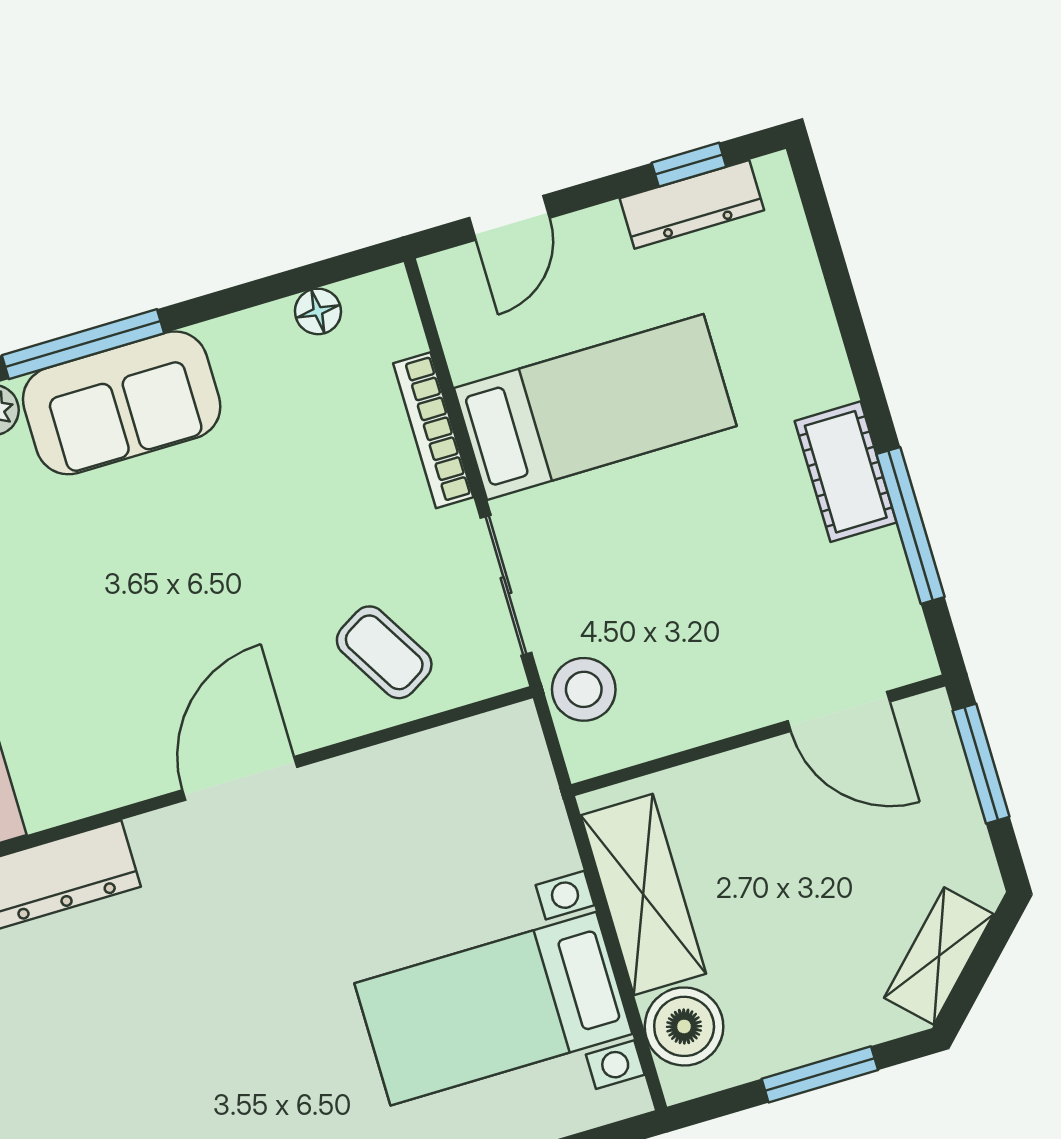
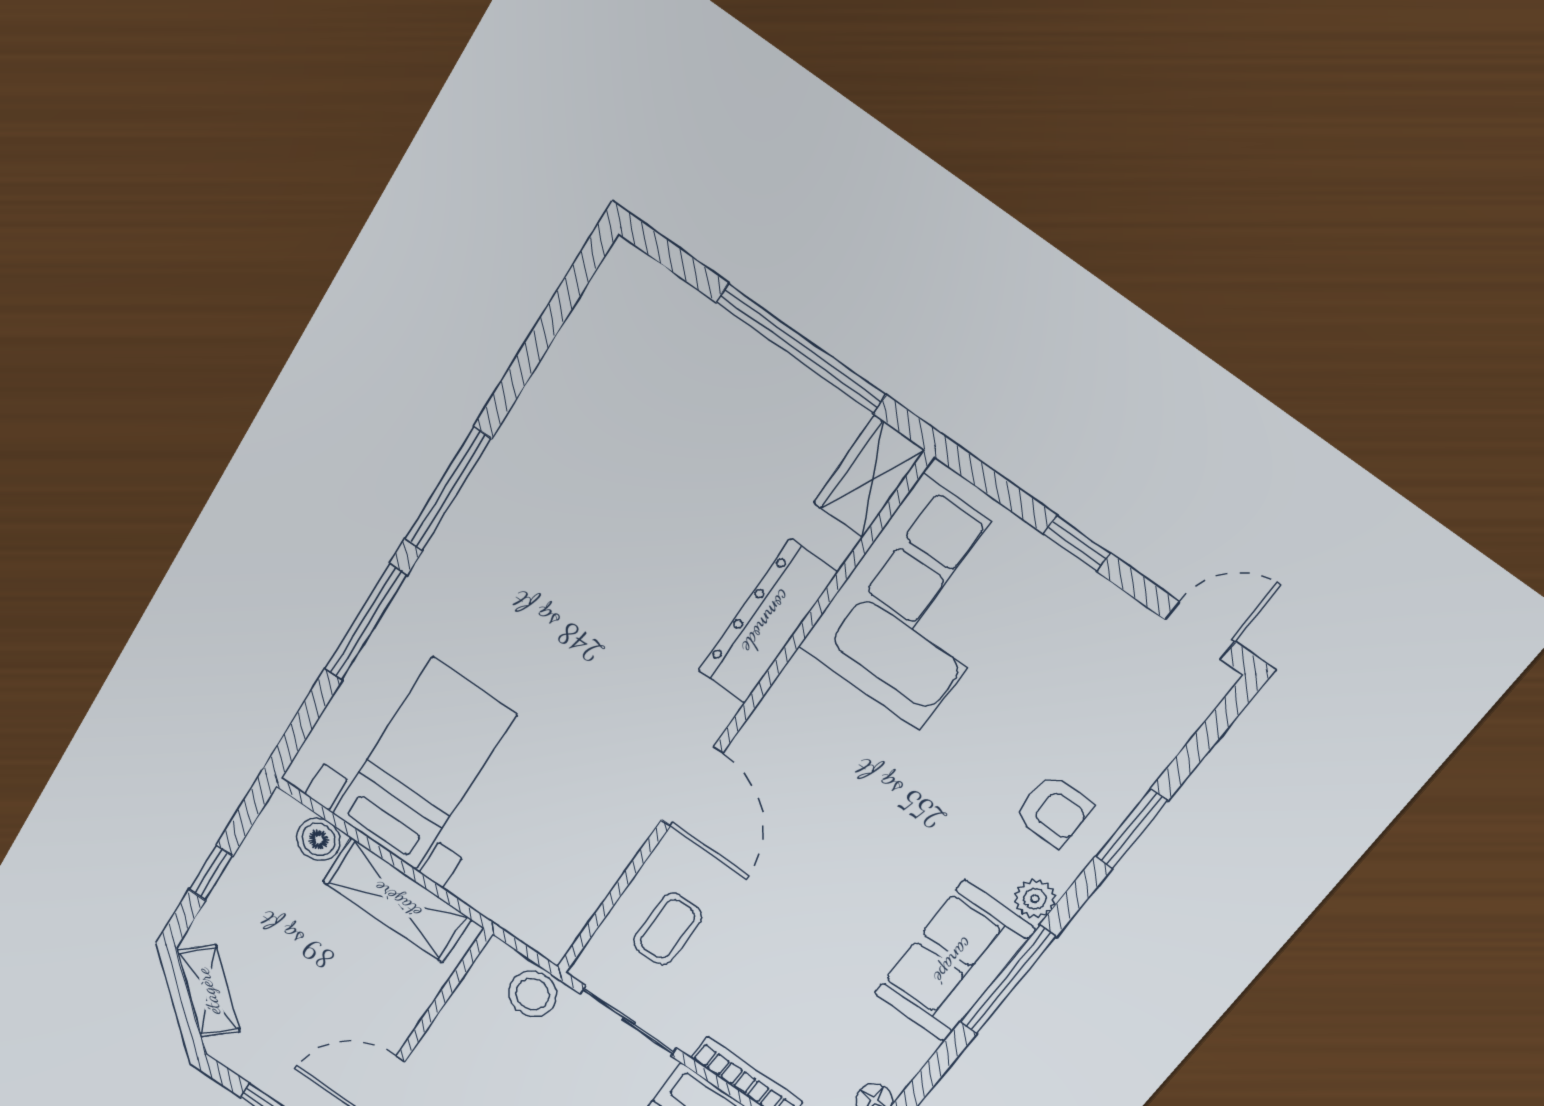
coffee table: (384, 652) -> (667, 929), turned -59
boiler: (684, 1026) -> (319, 839), width x0.73, depth x0.73
window: (820, 1074) -> (211, 873), width x0.67

